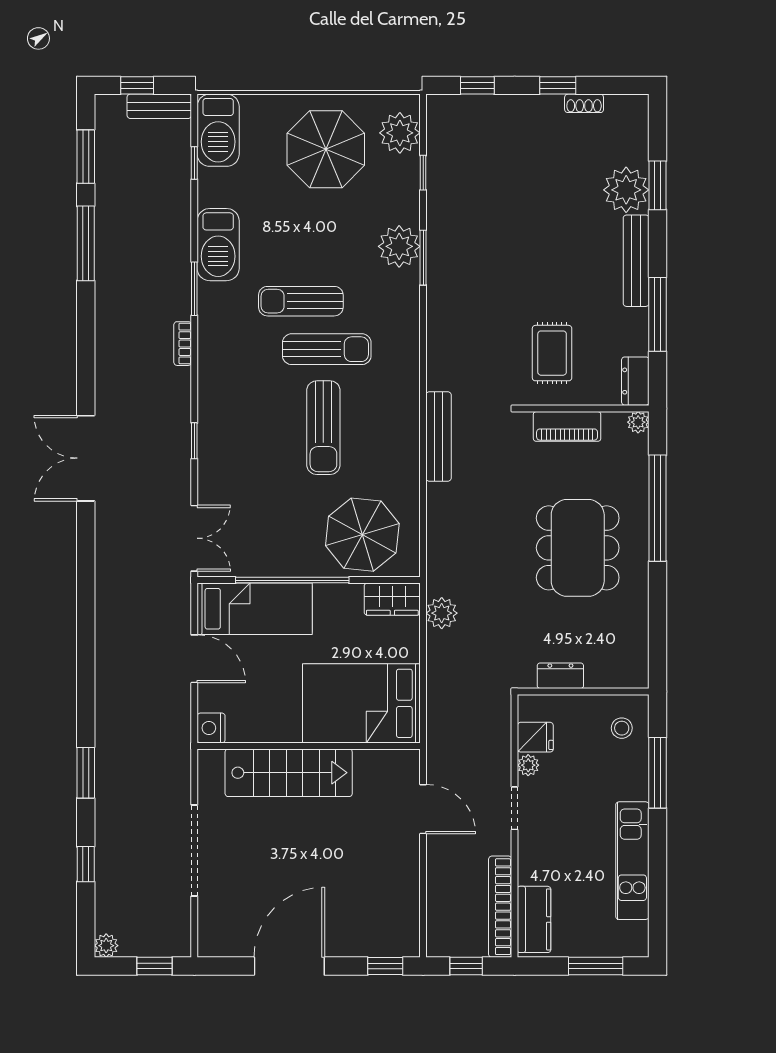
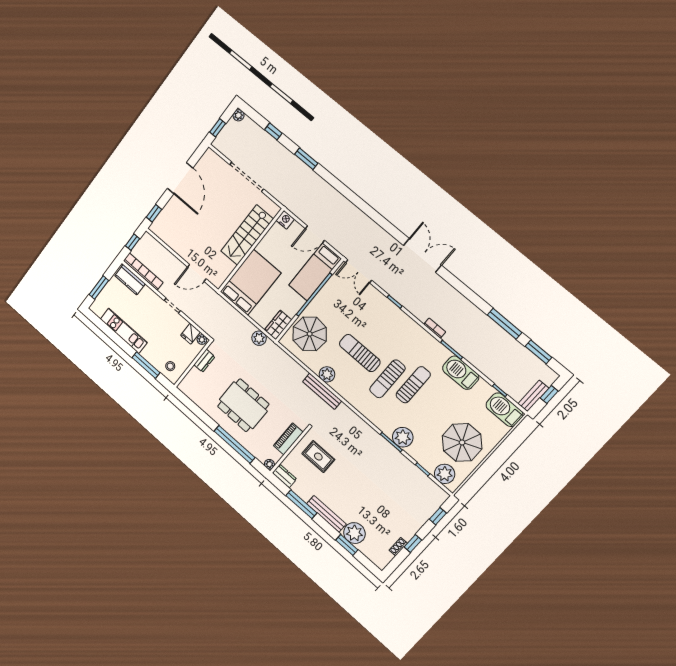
plant: (404, 452) -> (327, 374), added
plant: (528, 765) -> (202, 340), moved

